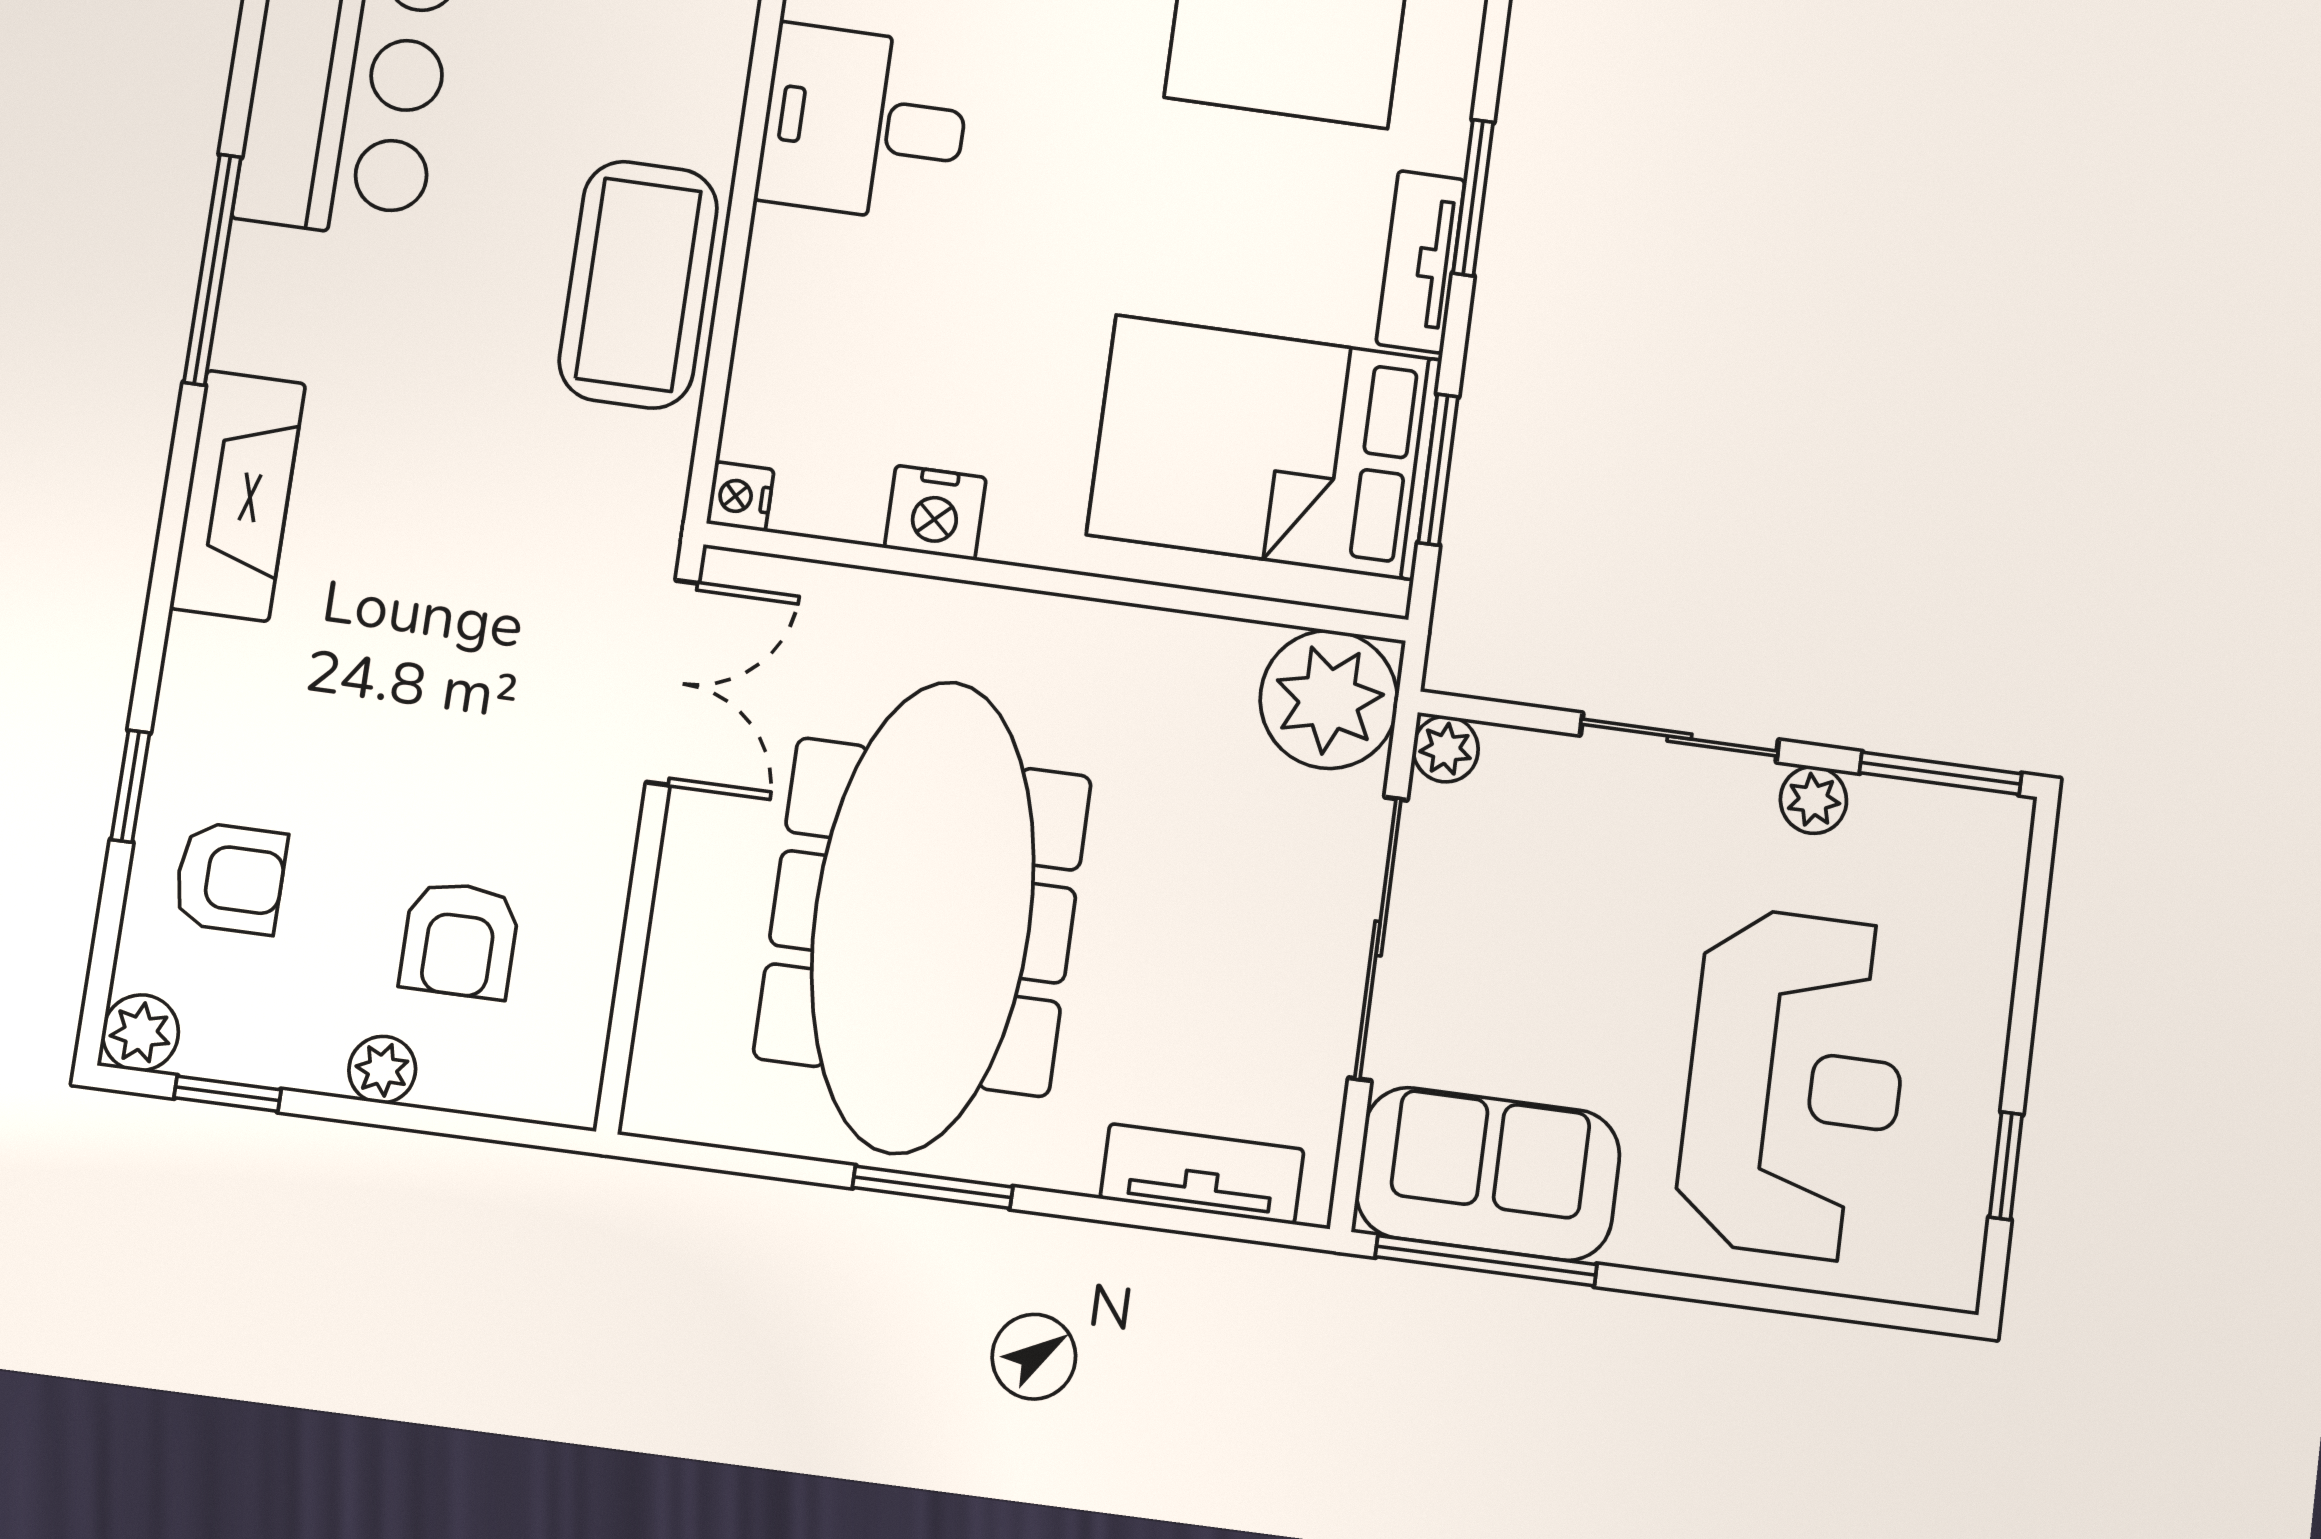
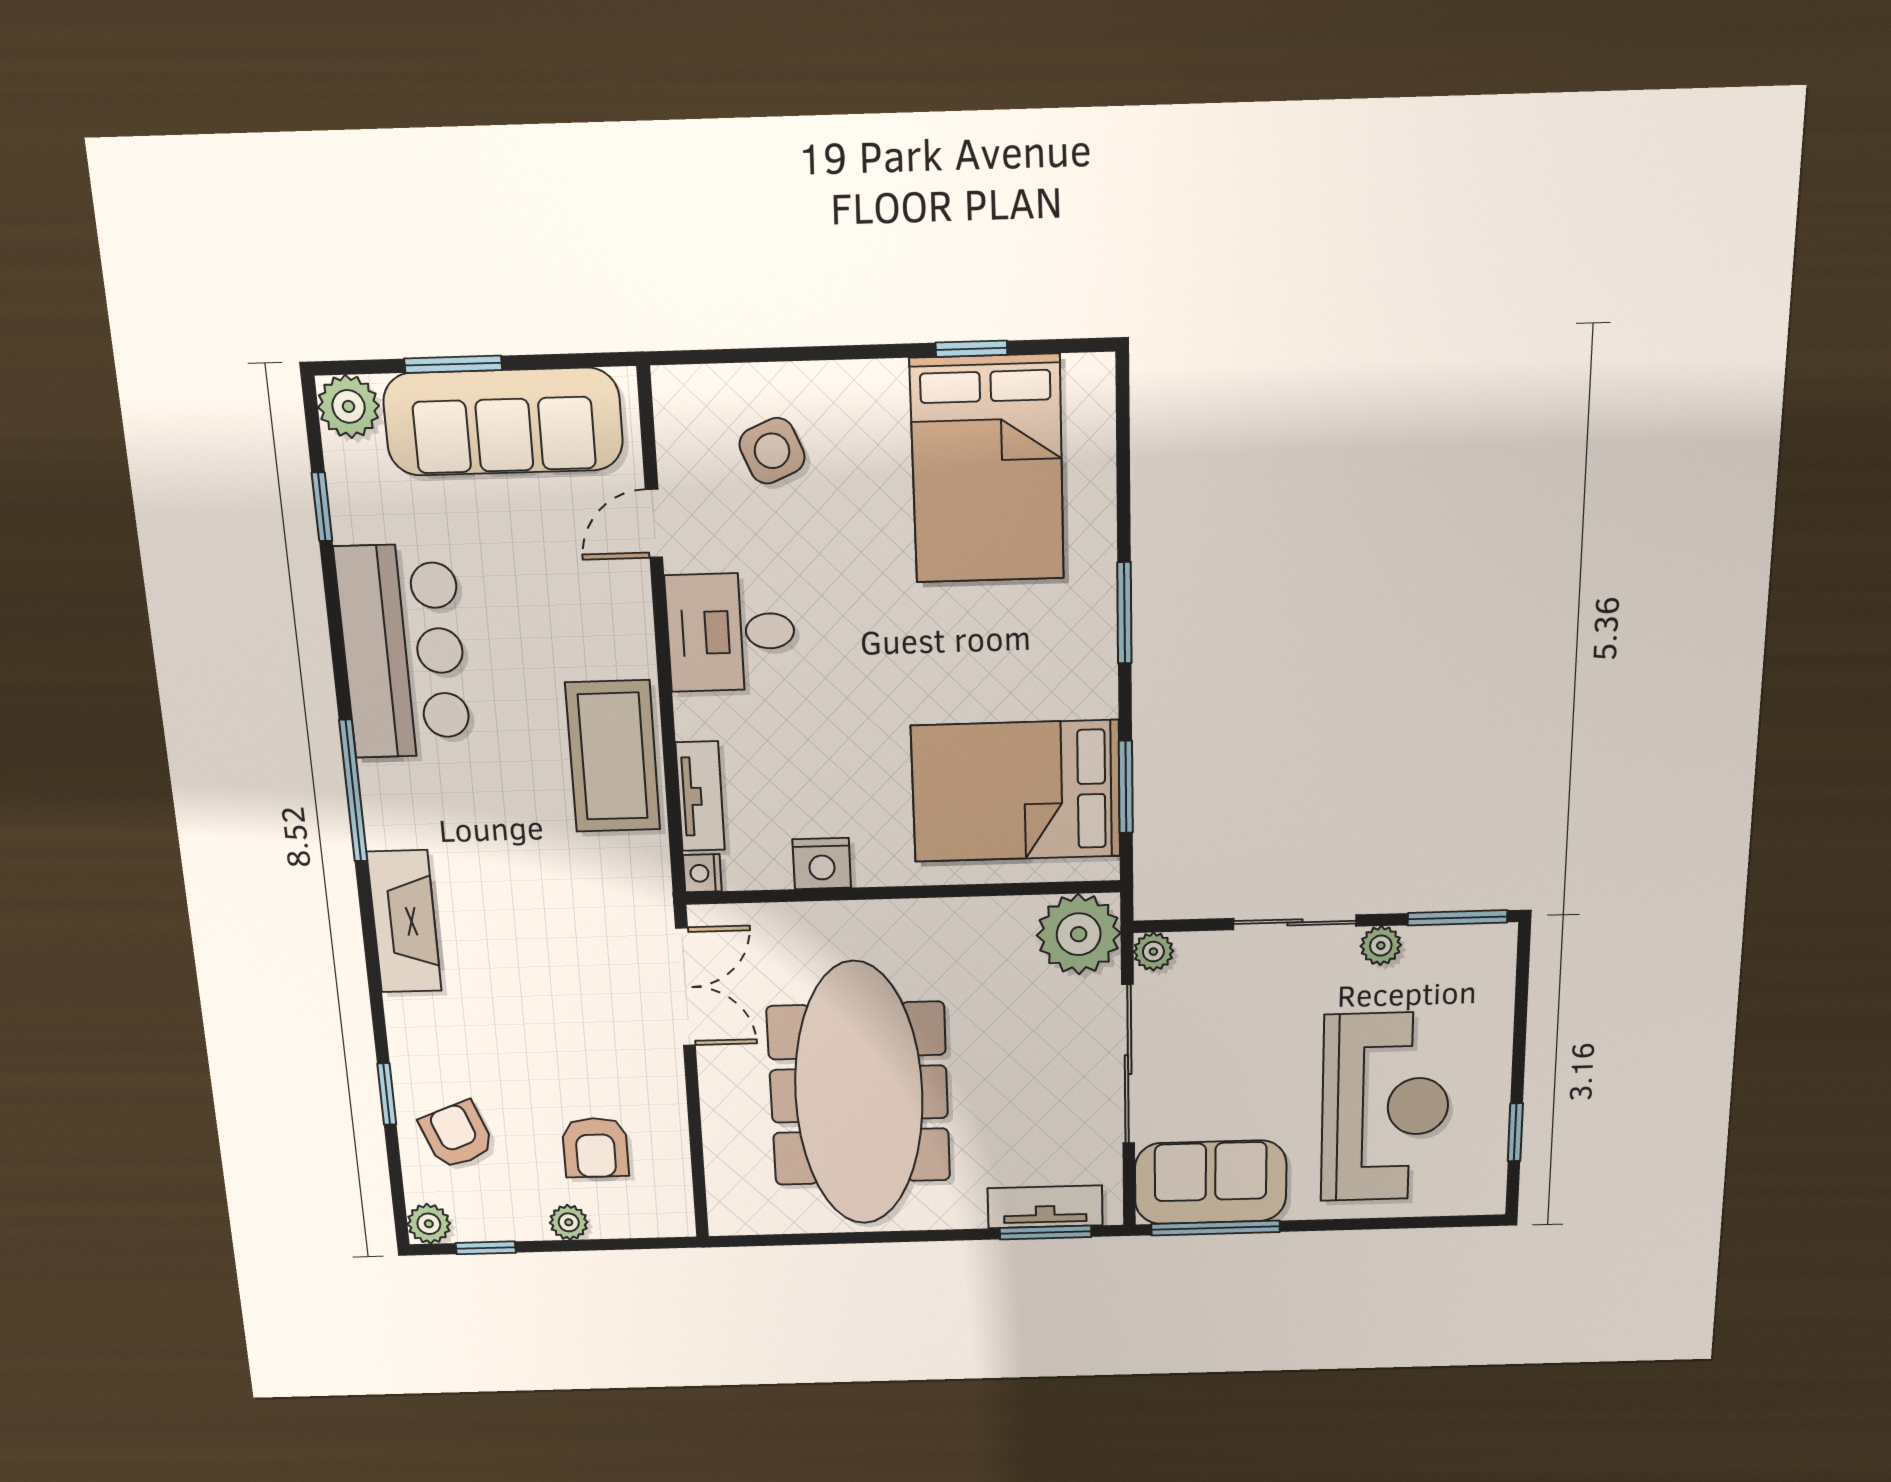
tv unit: (1421, 262) -> (700, 796), moved, turned 180
armchair: (230, 878) -> (457, 1135), turned -111
window: (933, 1187) -> (1046, 1233), moved

